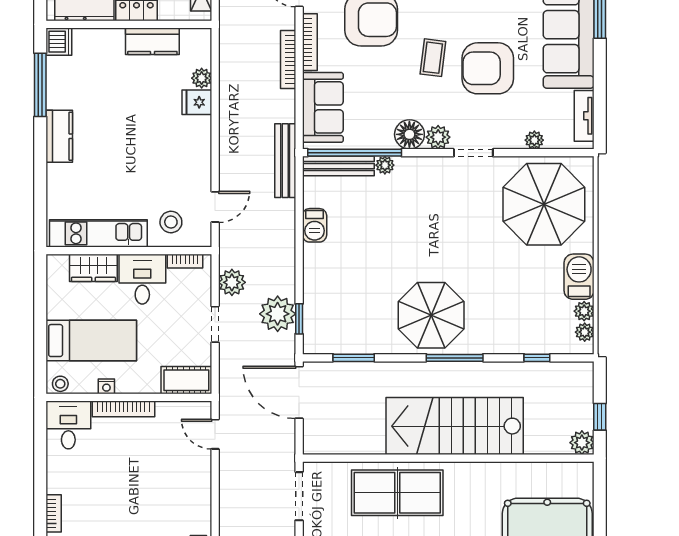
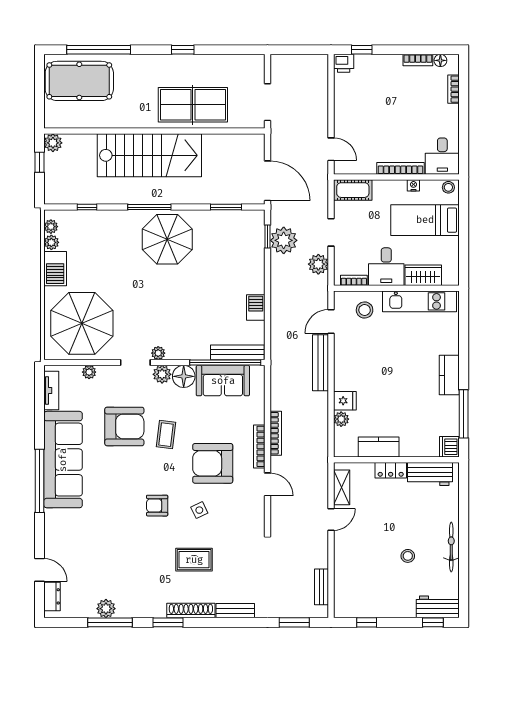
sofa: (323, 107) -> (223, 381), moved, turned -90
bench: (285, 161) -> (321, 363), moved
plant: (385, 165) -> (158, 353), moved

